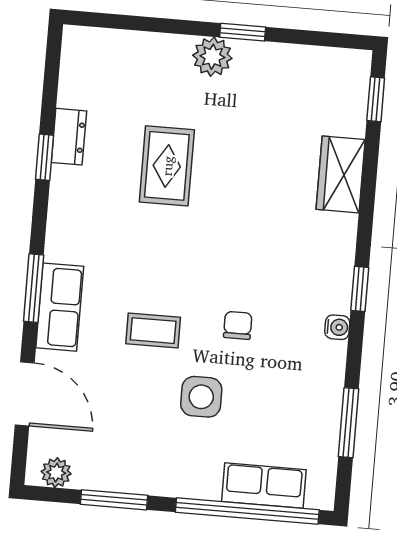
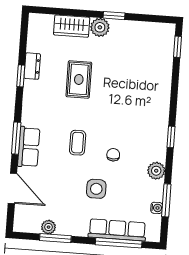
wardrobe: (341, 174) -> (72, 26), moved, turned -90
water cooler: (337, 327) -> (157, 208), moved
coffee table: (153, 331) -> (78, 143), moved, turned 90
plant: (328, 360) -> (156, 171), added
plant: (56, 473) -> (49, 227), moved
row of seats: (264, 486) -> (117, 230), width x1.48
window: (247, 511) -> (119, 243), width x0.68

